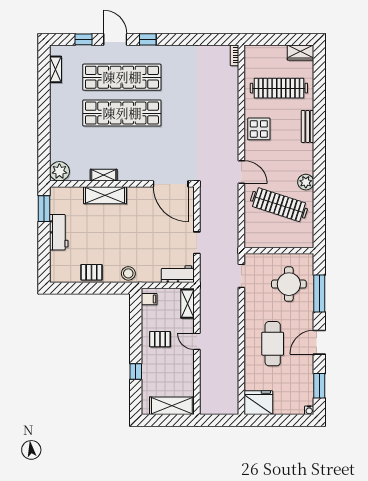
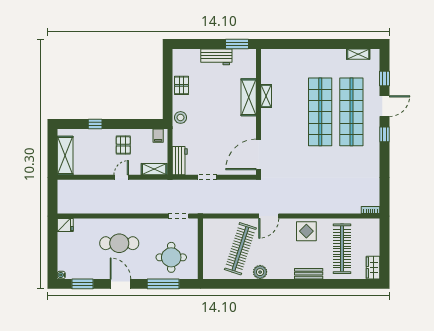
plant: (59, 171) -> (269, 57), removed
fridge: (258, 403) -> (65, 225), width x0.53, depth x0.75

